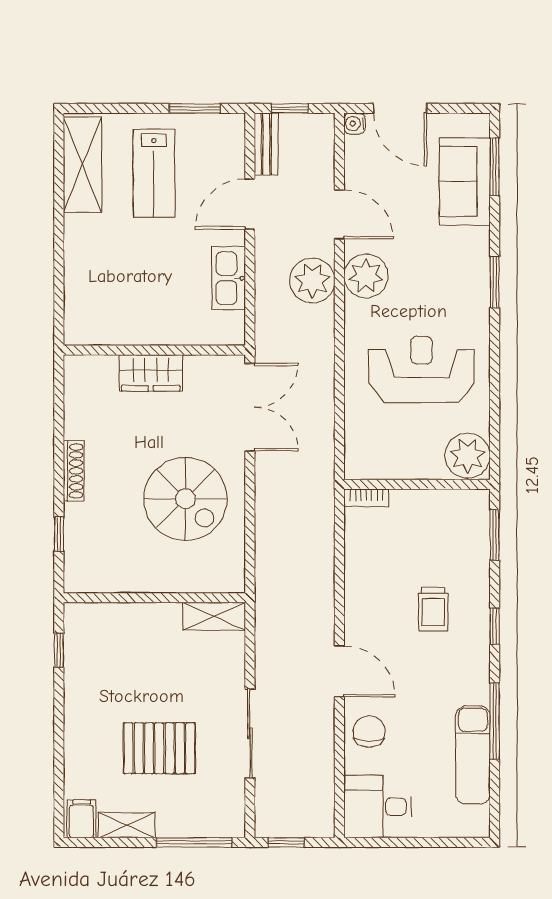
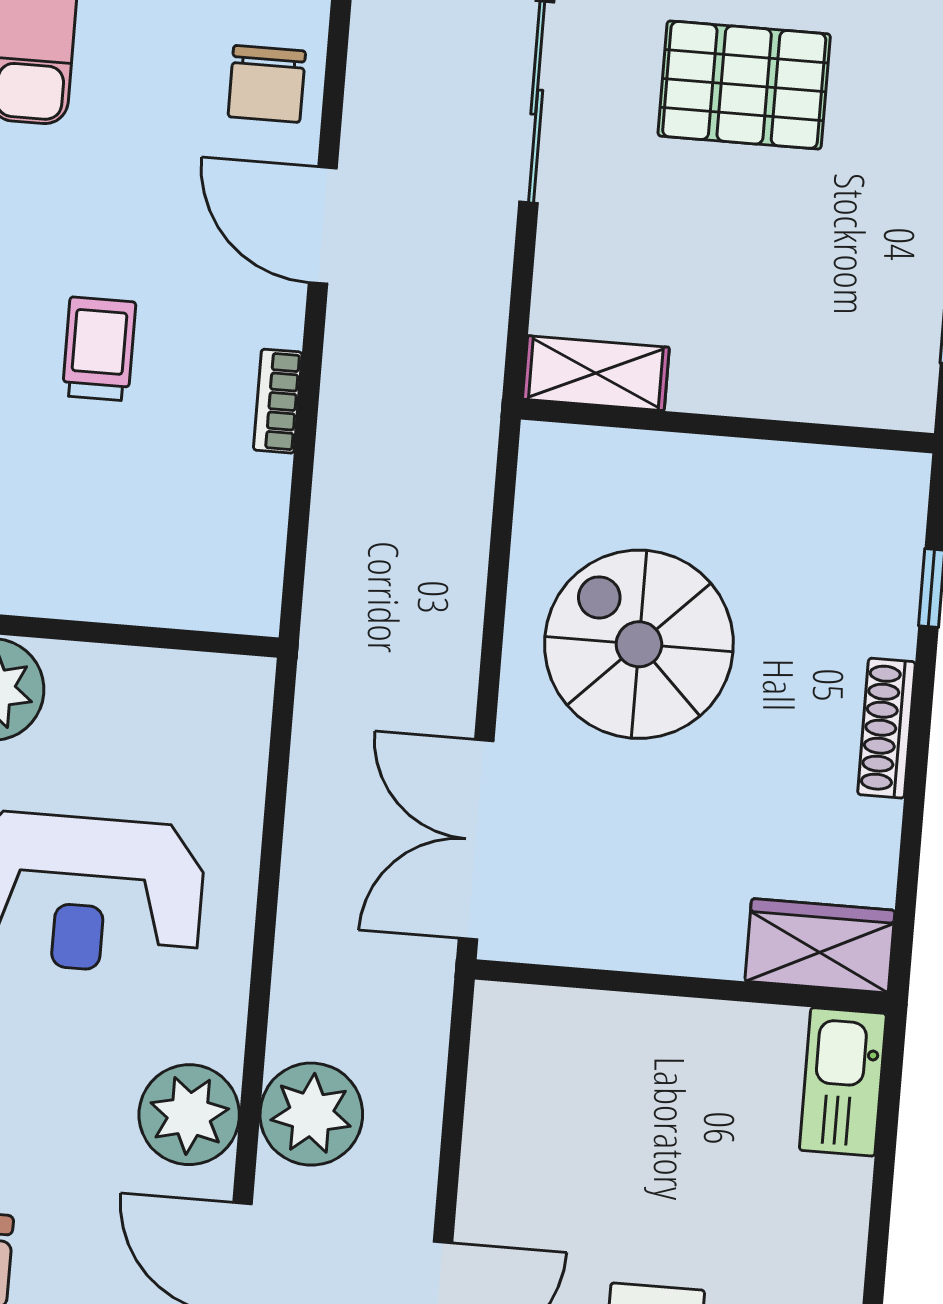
kitchen sink: (229, 278) -> (843, 1082), moved, turned 180
wardrobe: (151, 373) -> (820, 946), moved
bookcase: (366, 498) -> (278, 401), moved, turned -90

